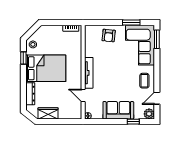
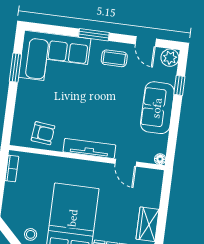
armchair: (109, 36) -> (43, 133), moved
window: (157, 39) -> (94, 35), moved
door: (83, 96) -> (126, 163), hinge flipped

